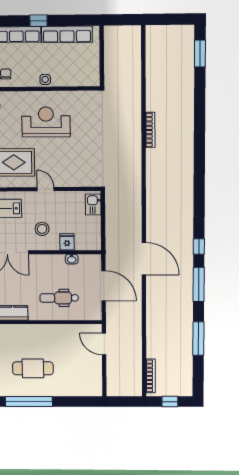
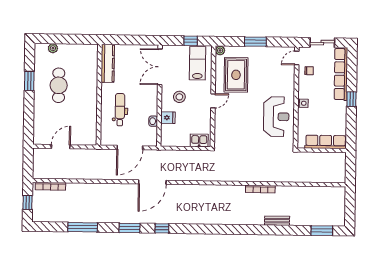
row of seats: (67, 34) -> (326, 142), moved, turned 90
bench: (188, 109) -> (277, 221), added
reception desk: (46, 122) -> (276, 117), moved
window: (199, 284) -> (130, 228), width x0.69
door: (104, 344) -> (61, 147), moved
window: (29, 401) -> (29, 81), width x0.47

